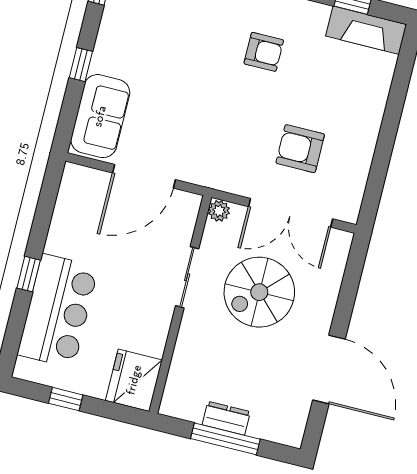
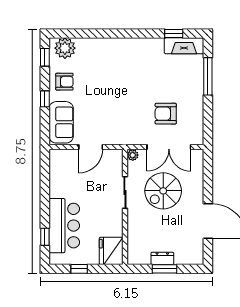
armchair: (264, 52) -> (64, 82), moved
window: (396, 99) -> (208, 76), added
door: (144, 176) -> (91, 147), width x0.73
window: (29, 274) -> (45, 237), moved
window: (225, 439) -> (164, 269), width x0.69

